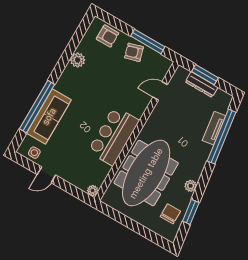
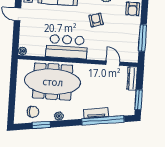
armchair: (134, 52) -> (96, 20), moved
window: (205, 75) -> (139, 100), moved
dresser: (202, 85) -> (132, 78), moved
tv unit: (214, 128) -> (96, 113), moved

